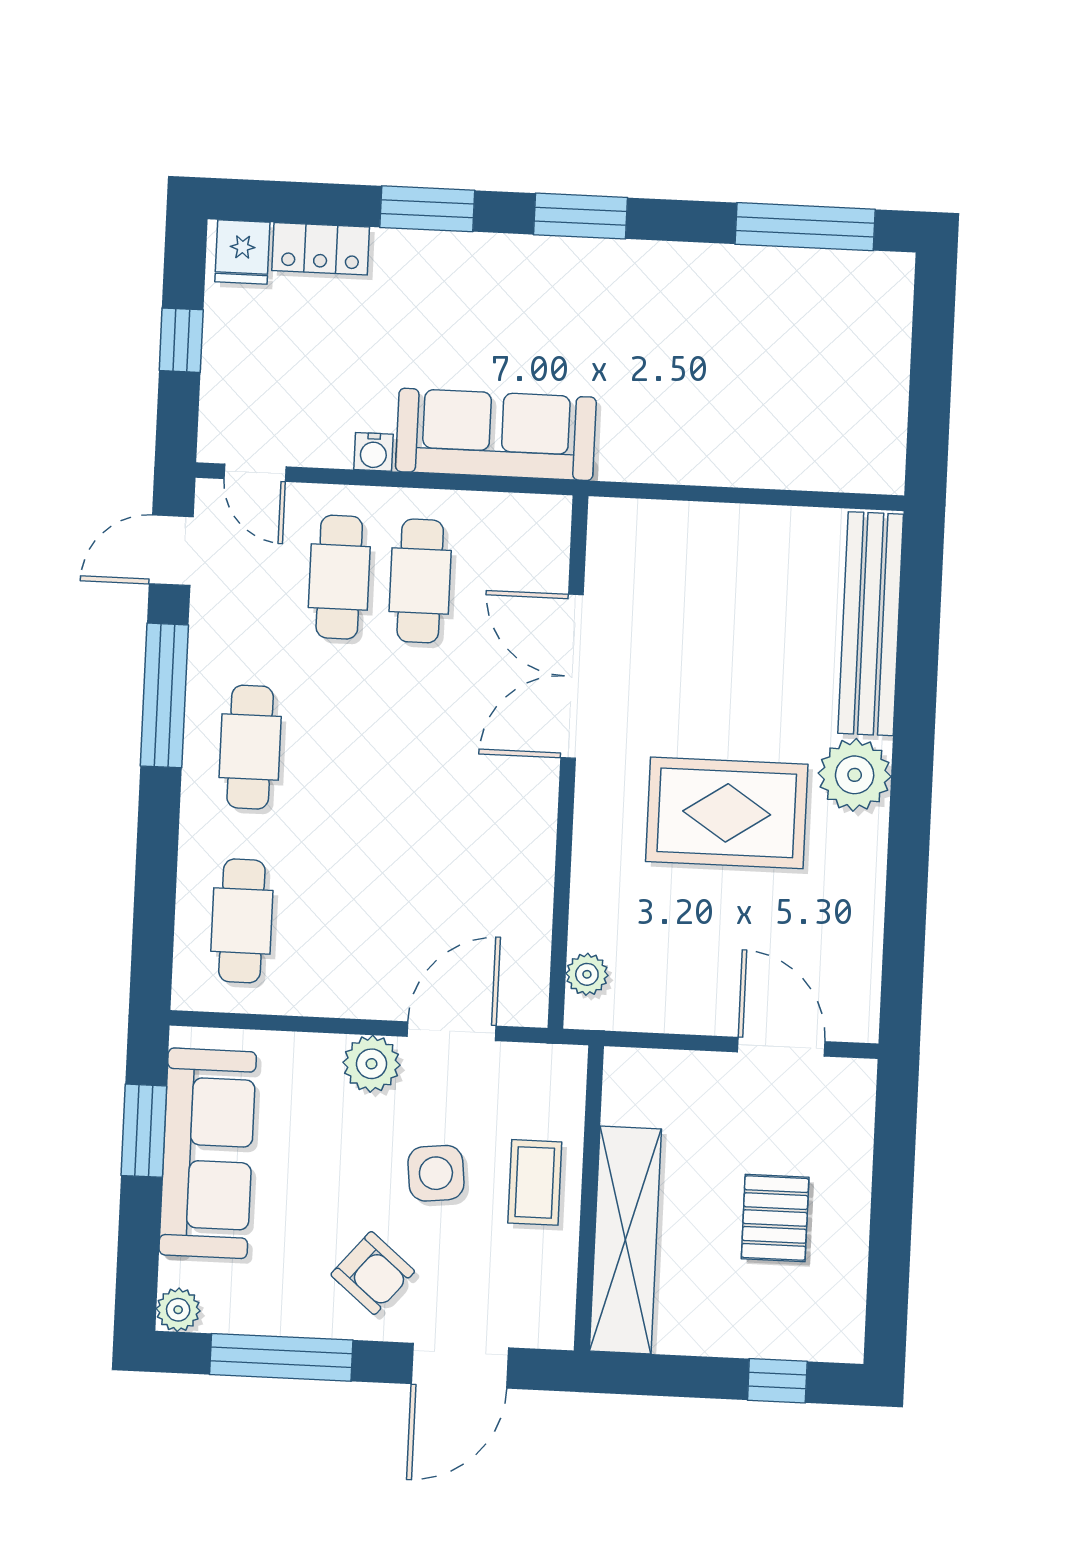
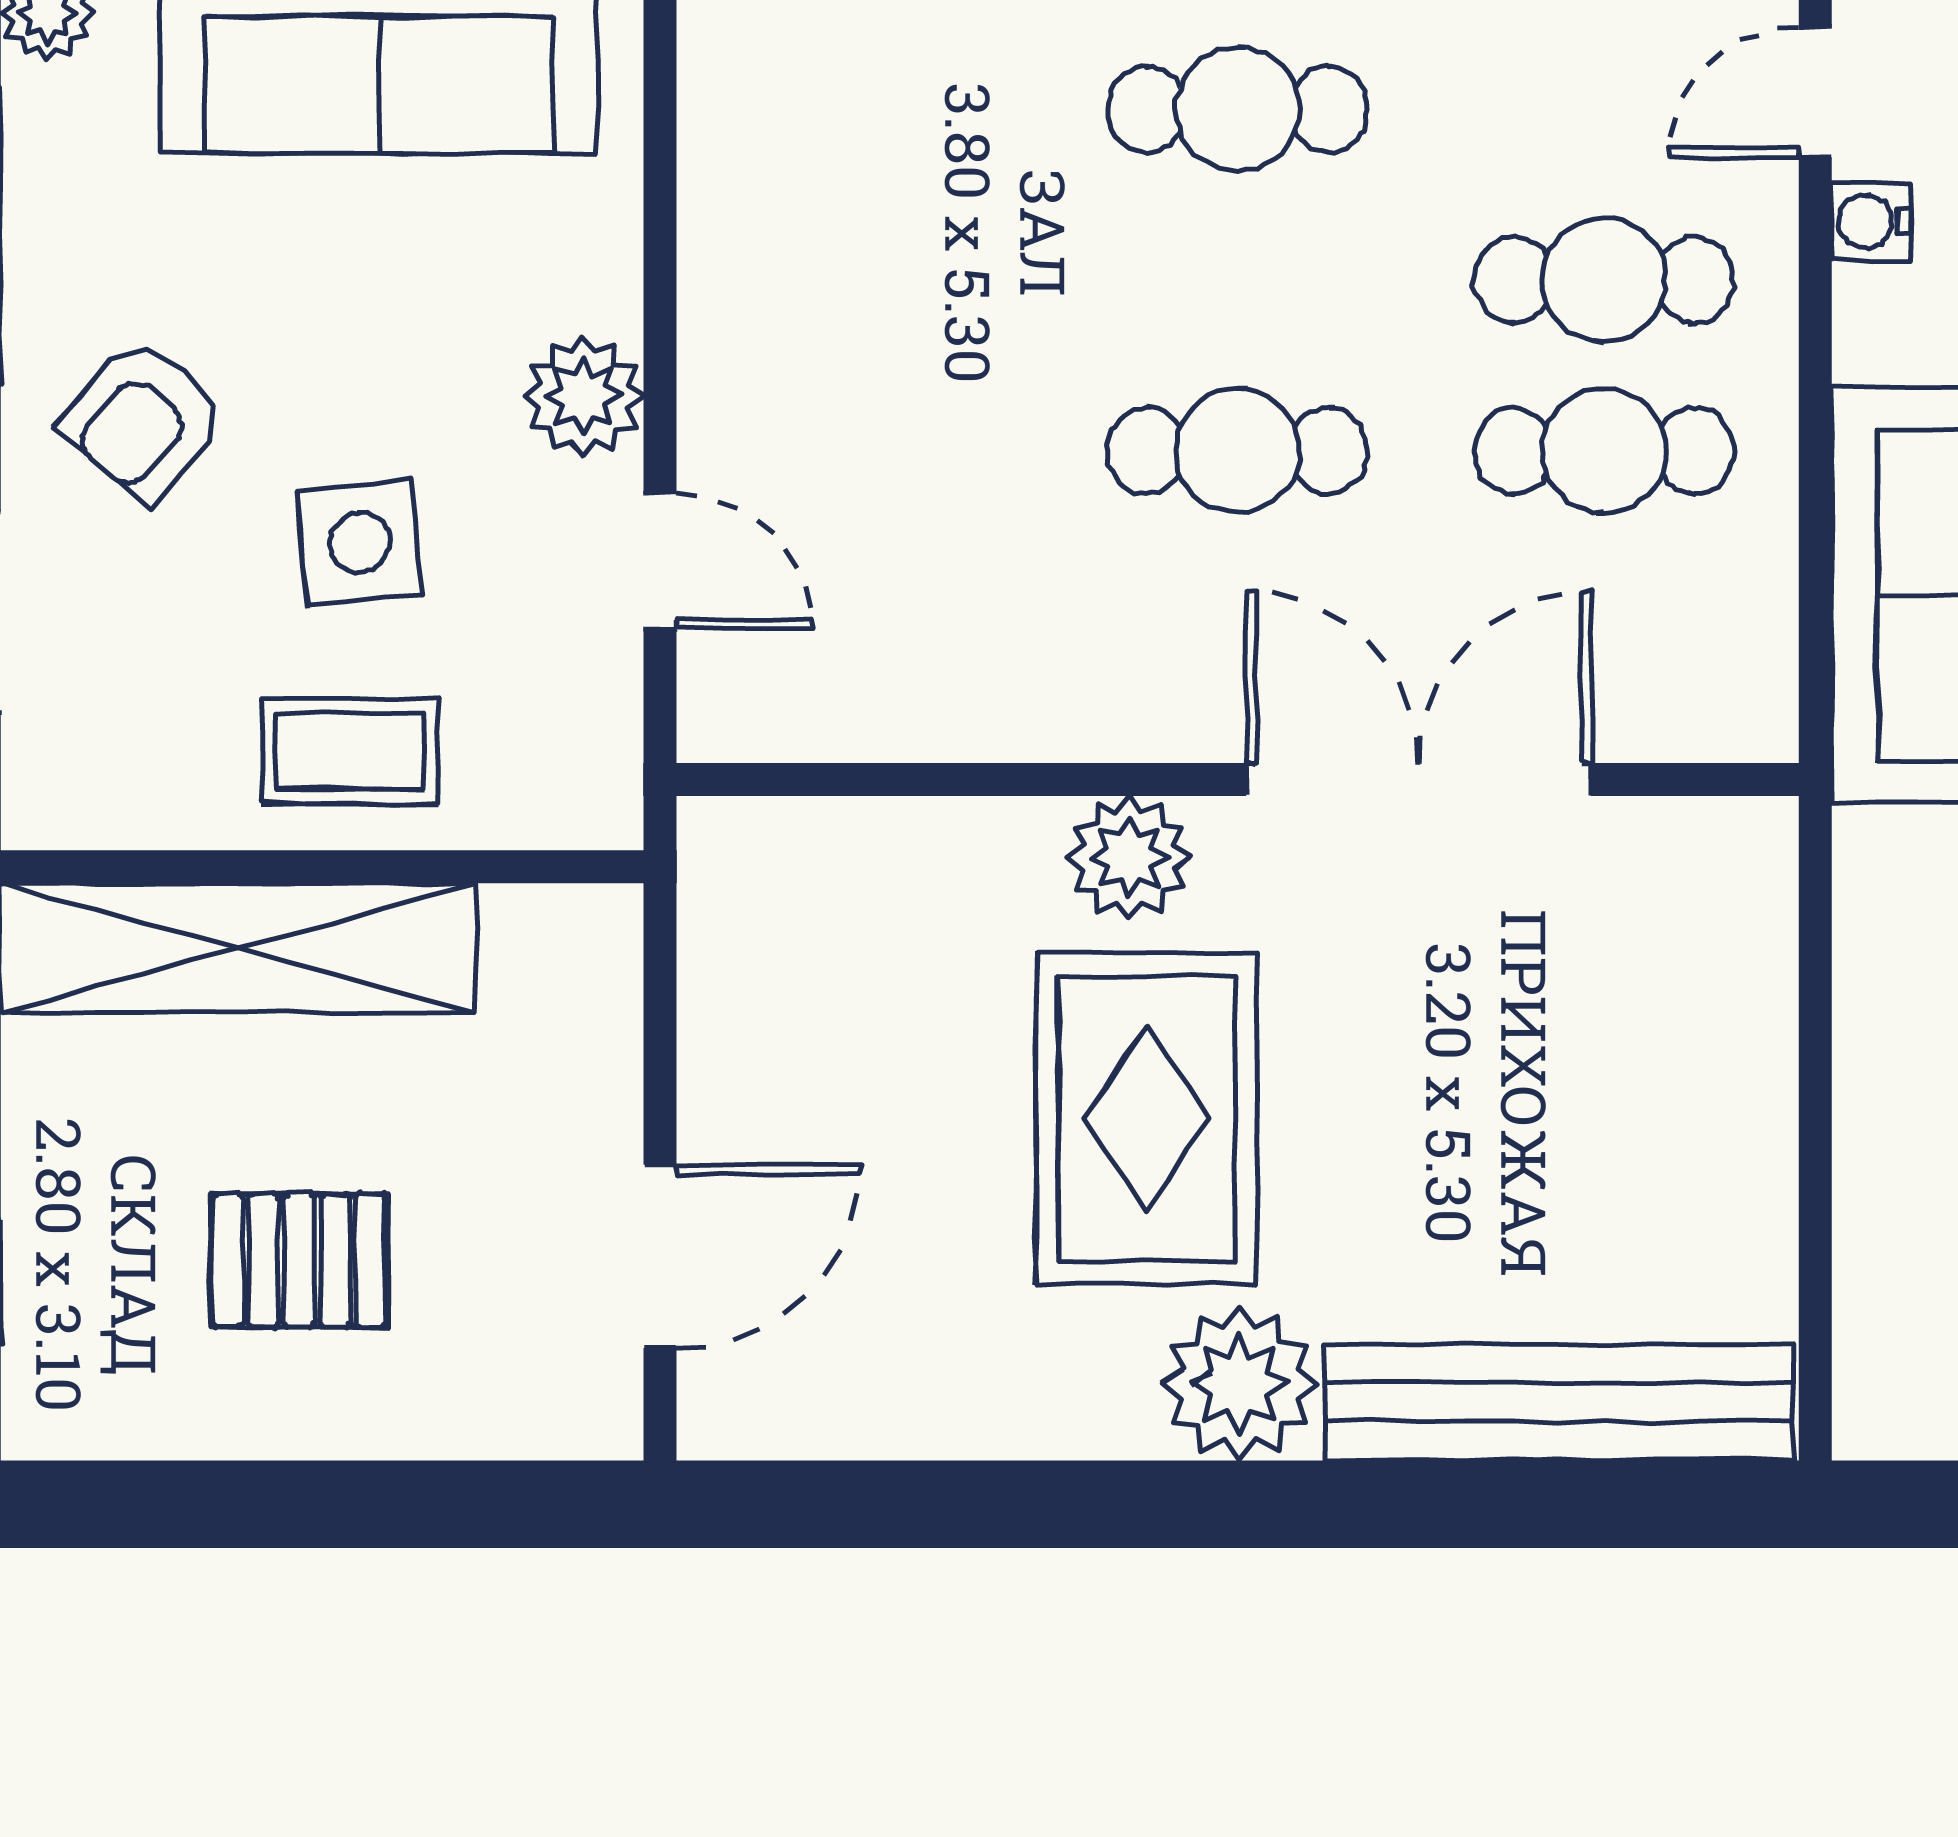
water cooler: (373, 452) -> (1871, 221), moved
cafe table: (242, 921) -> (1238, 451), moved
plant: (587, 974) -> (1129, 857), moved, width x1.38, depth x1.38
door: (452, 1031) -> (660, 562), width x0.73

